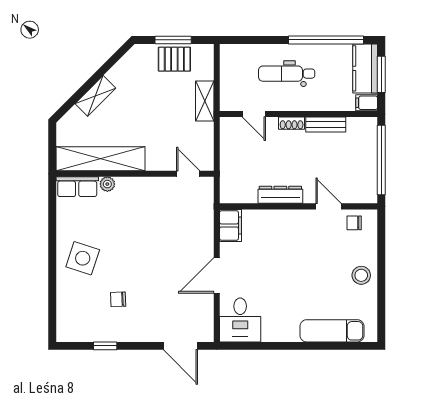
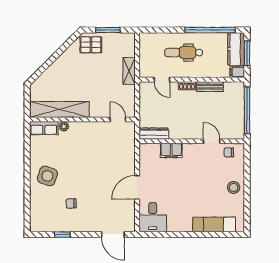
pallet: (174, 59) -> (91, 45), moved
shelving: (95, 96) -> (56, 67), removed
dresser: (280, 195) -> (154, 134), moved
filing cabinet: (230, 225) -> (171, 150), moved, turned 90

